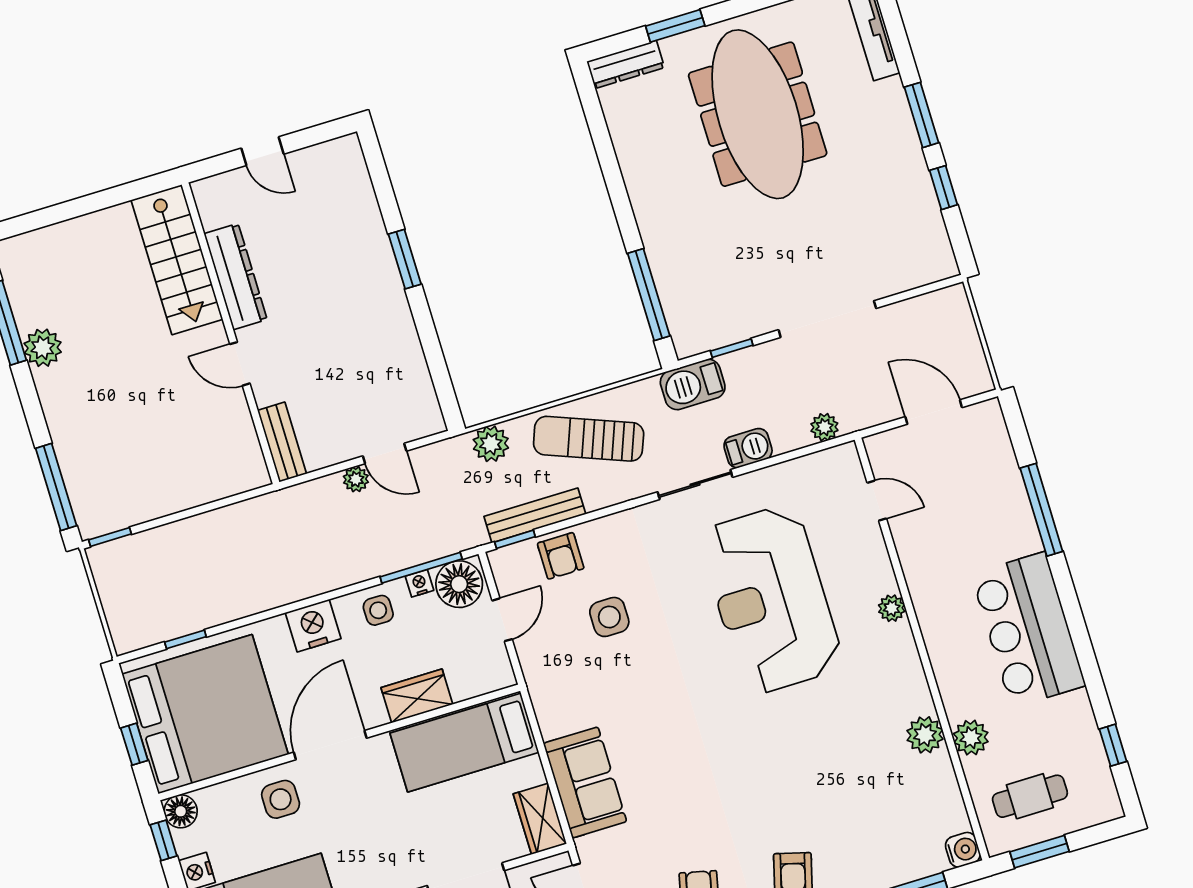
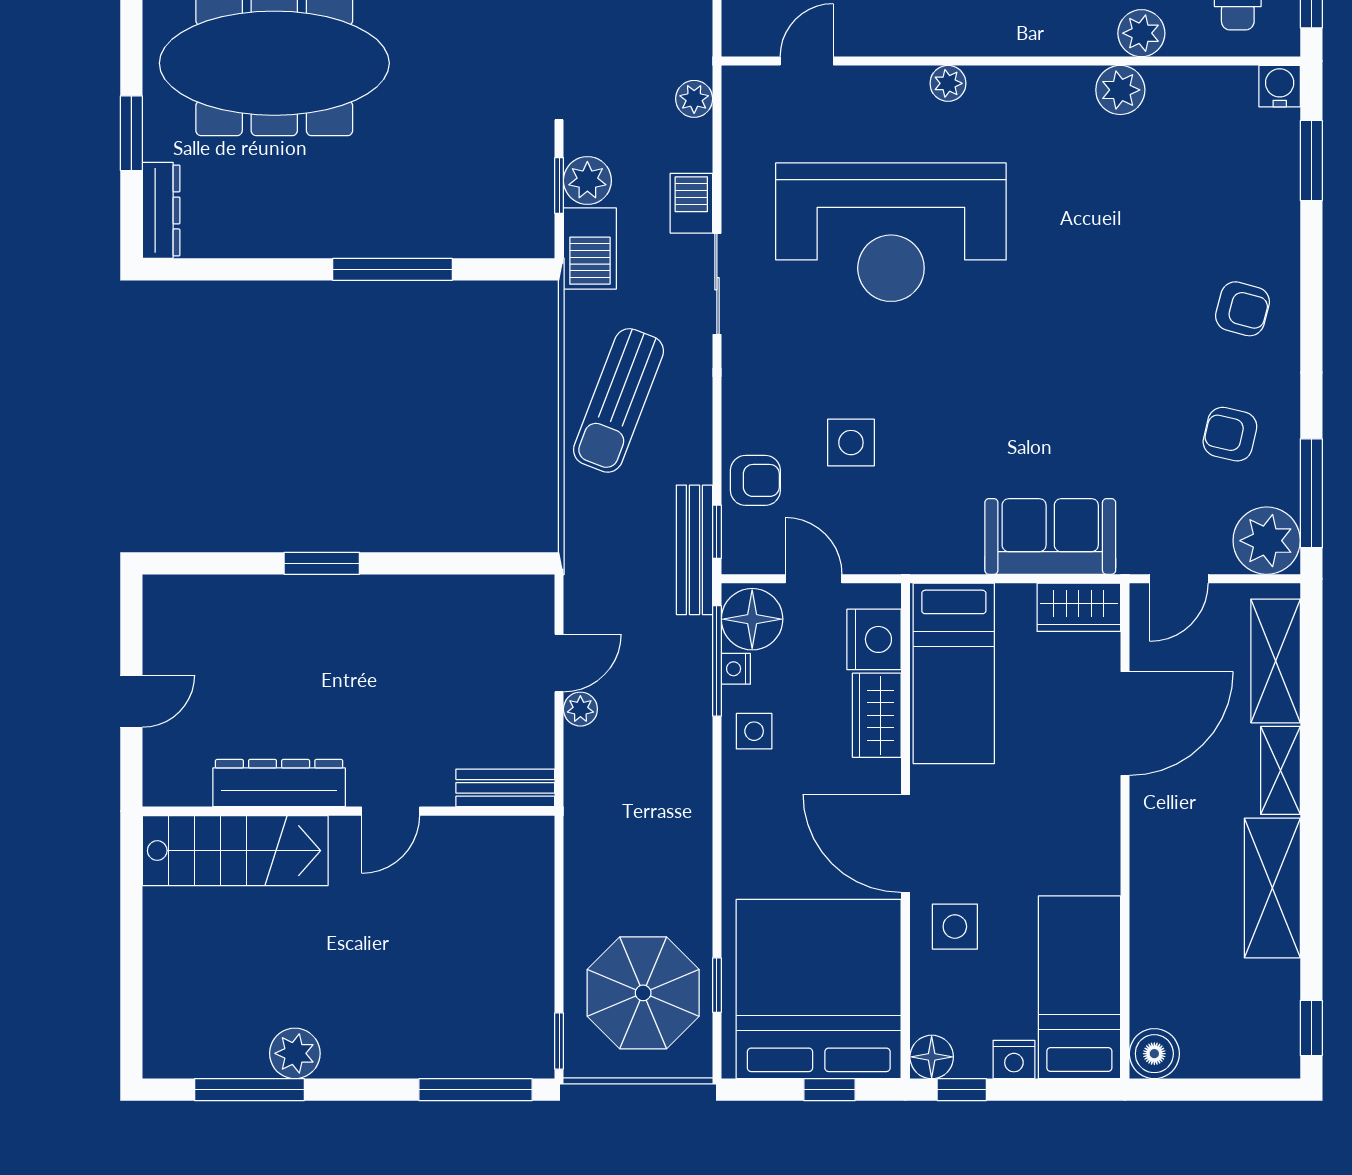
window: (649, 295) -> (392, 269), moved
plant: (491, 444) -> (587, 181), moved
bench: (535, 515) -> (694, 550), moved
parasol: (164, 587) -> (643, 993), added
nightstand: (313, 626) -> (874, 639), moved, turned 180

